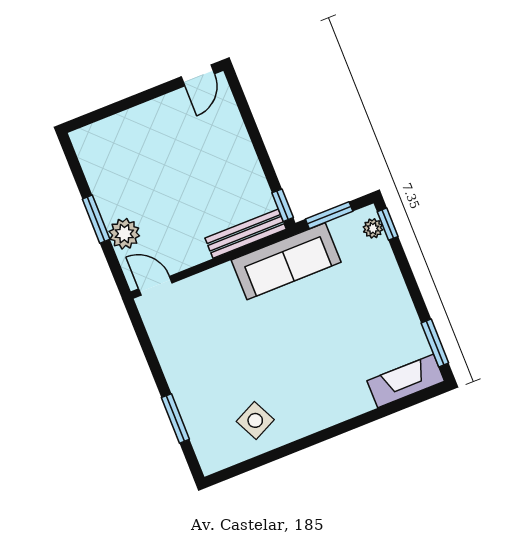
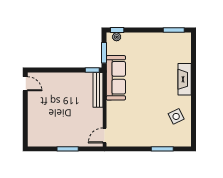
plant: (124, 234) -> (78, 140), removed
fireplace: (406, 381) -> (185, 79), moved

